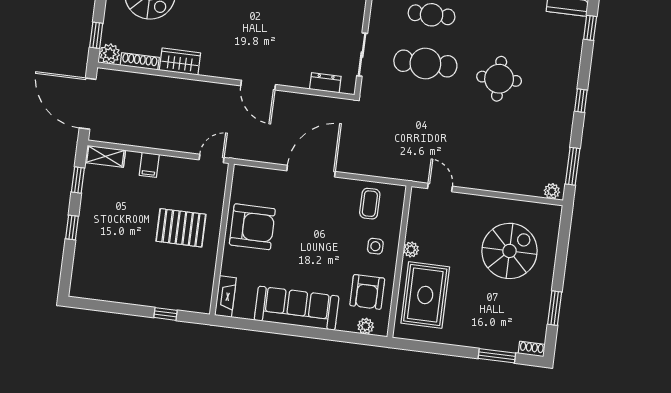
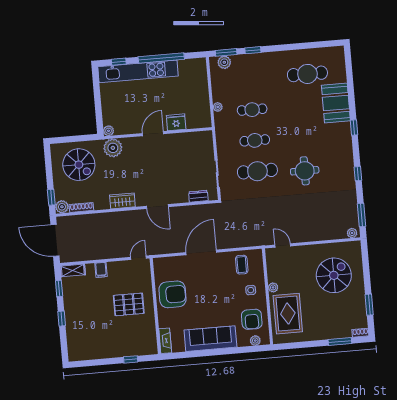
wardrobe: (180, 62) -> (122, 201), moved

